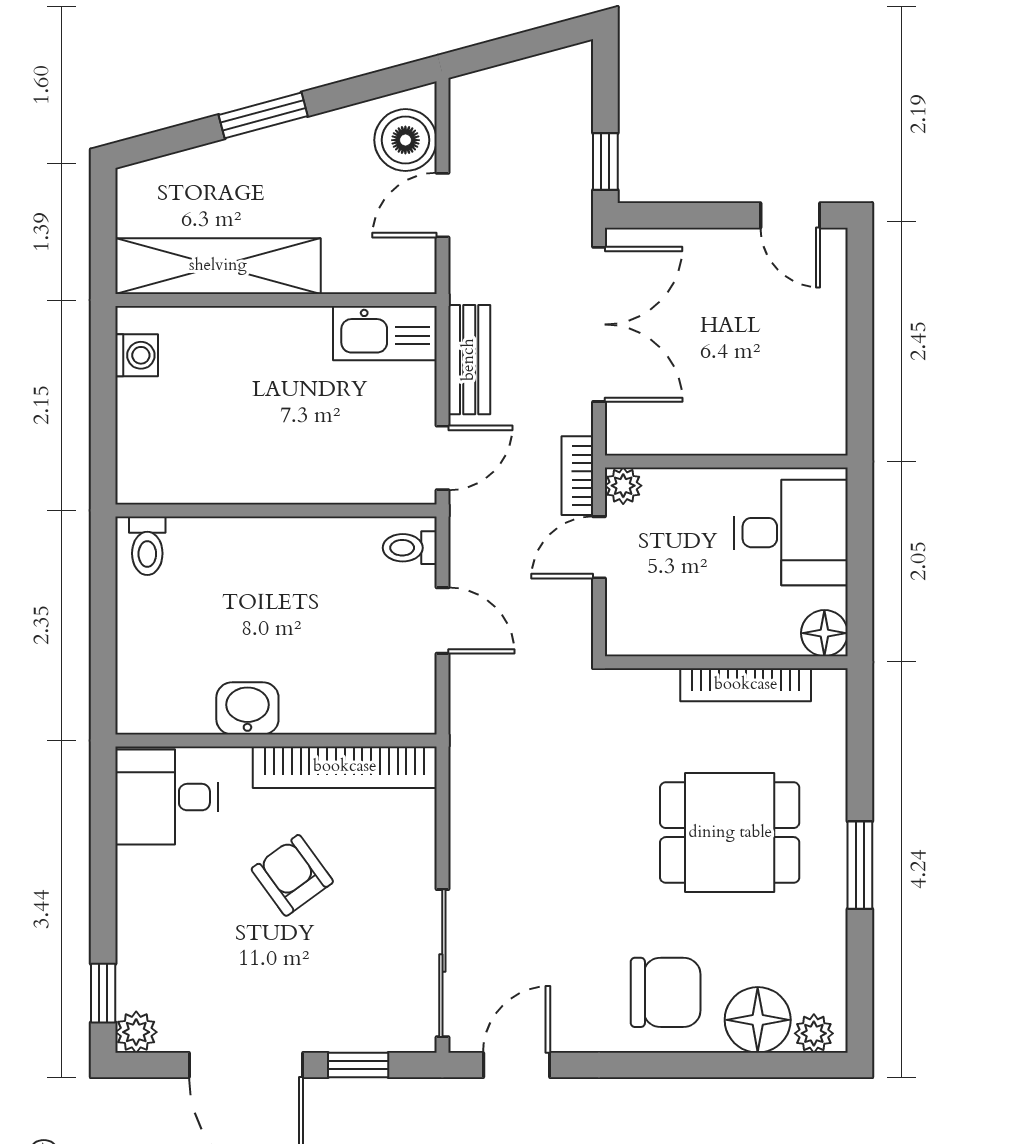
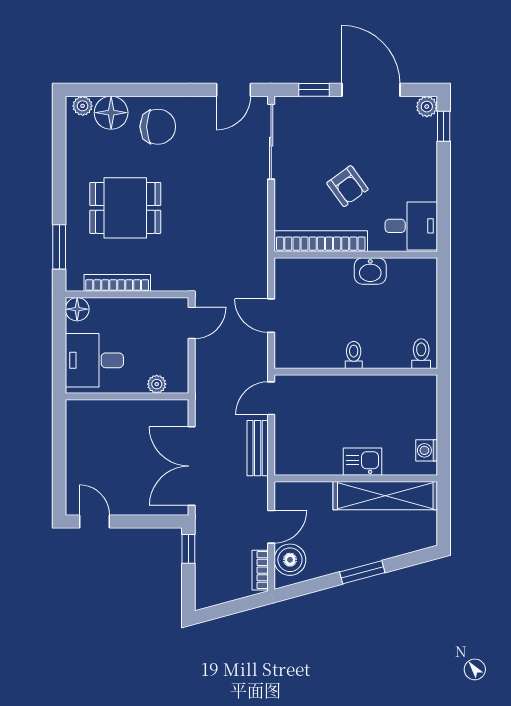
kitchen sink: (385, 333) -> (362, 462), moved, width x0.73
bookcase: (577, 476) -> (260, 570), moved, turned 180
plant: (623, 486) -> (157, 384), moved
door: (599, 547) -> (192, 323), moved
toilet: (410, 548) -> (354, 355), moved, turned -90
window: (860, 865) -> (59, 247), moved
chair: (666, 992) -> (158, 127), turned 180

